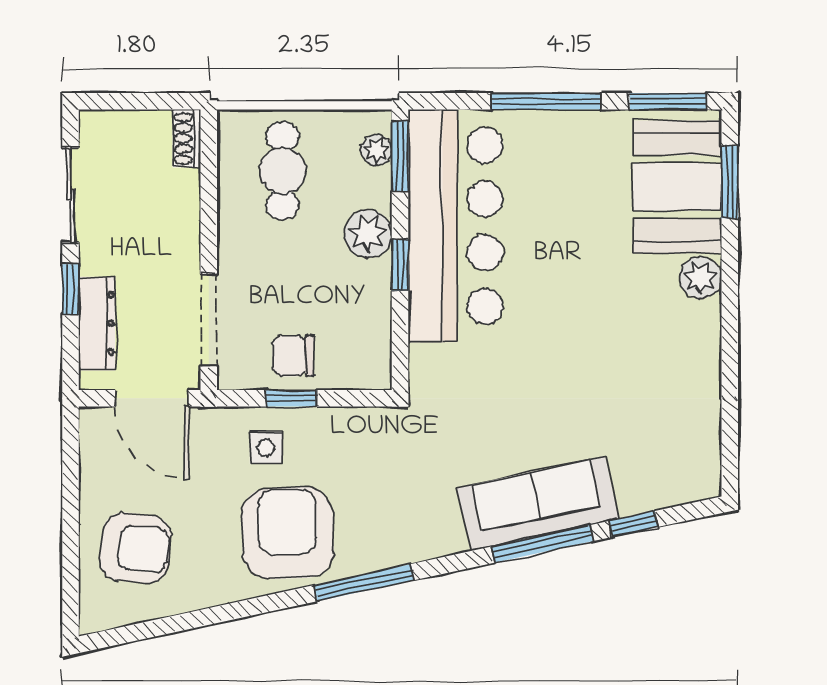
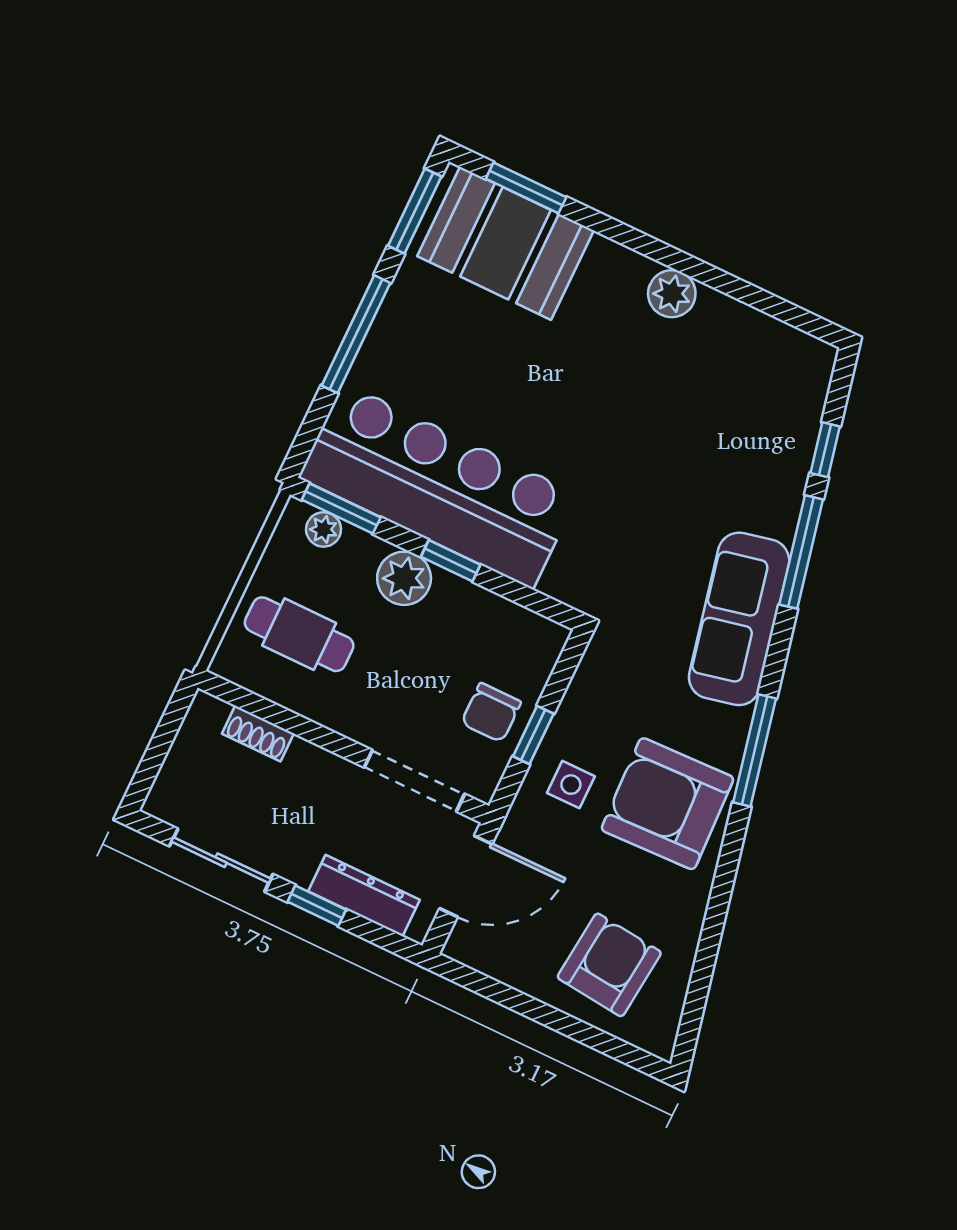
shoe rack: (187, 138) -> (258, 734), moved
plant: (700, 277) -> (672, 294), moved
sofa: (538, 504) -> (739, 619), moved

